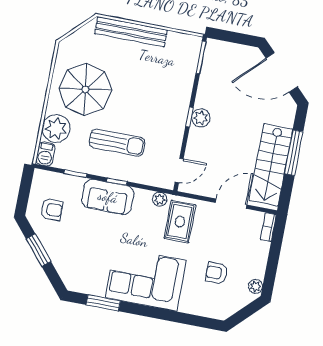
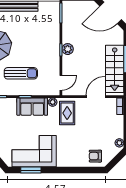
sofa: (108, 197) -> (32, 107), moved
armchair: (217, 273) -> (95, 156), moved
corner sofa: (146, 279) -> (34, 151), moved

